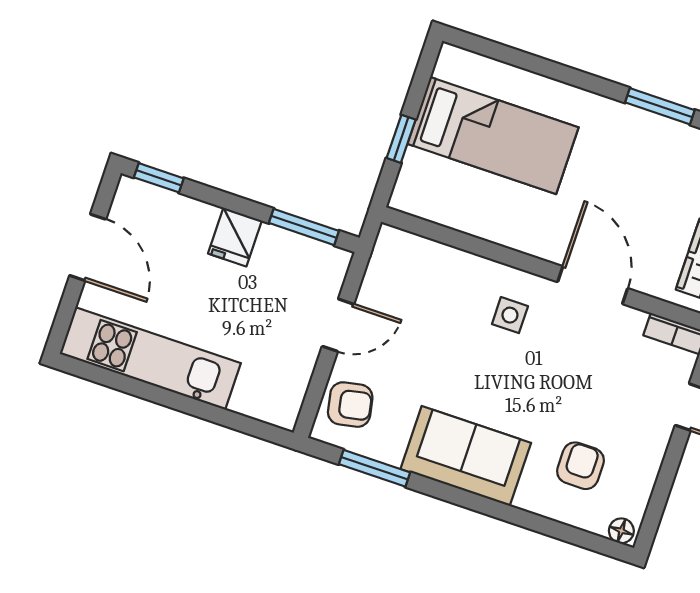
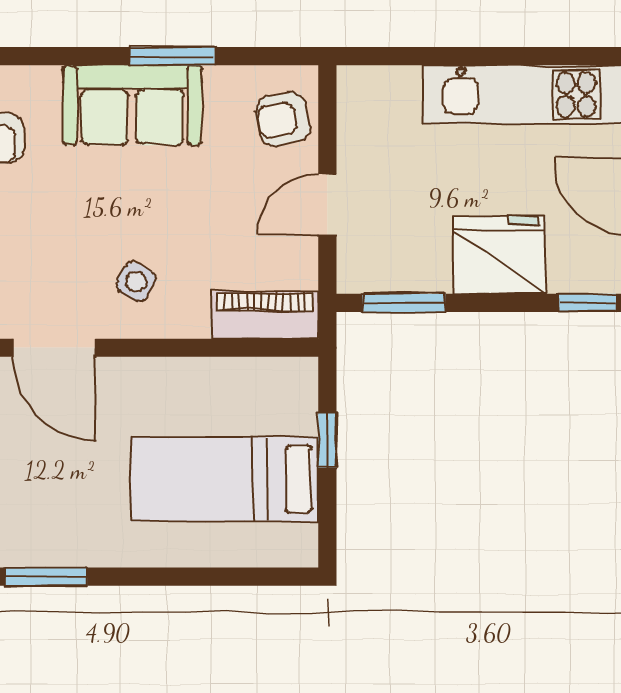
fridge: (235, 237) -> (500, 255), width x1.88, depth x1.34
piano: (417, 254) -> (265, 315), added
side table: (510, 315) -> (136, 282), turned 31
window: (375, 468) -> (172, 56), moved

